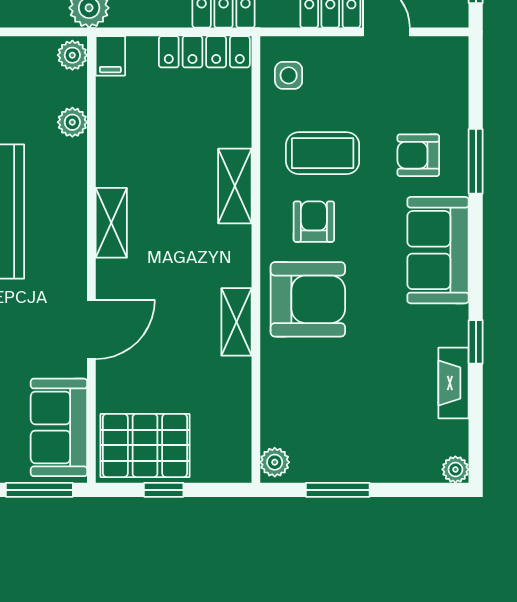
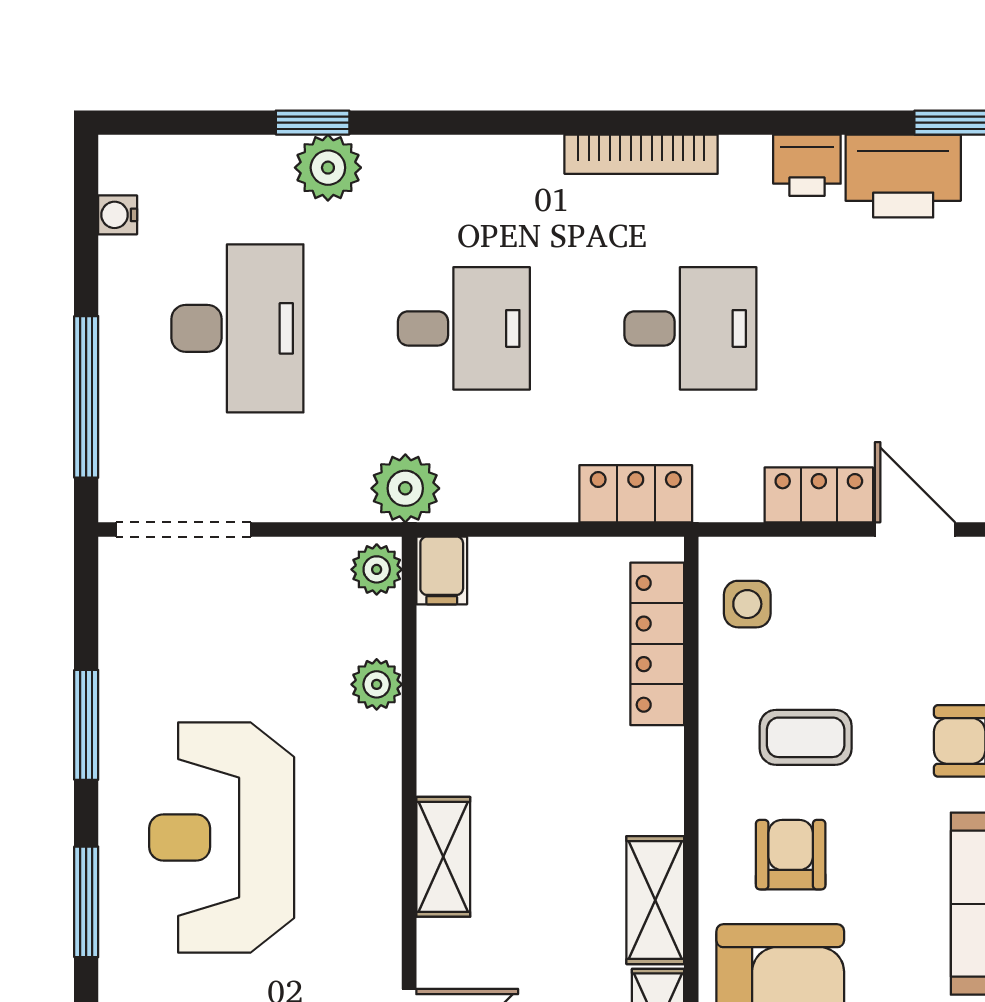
locker: (204, 52) -> (657, 644), moved, turned 90
coffee table: (323, 153) -> (806, 737), width x0.73, depth x0.77
shelving: (235, 186) -> (655, 900), moved

